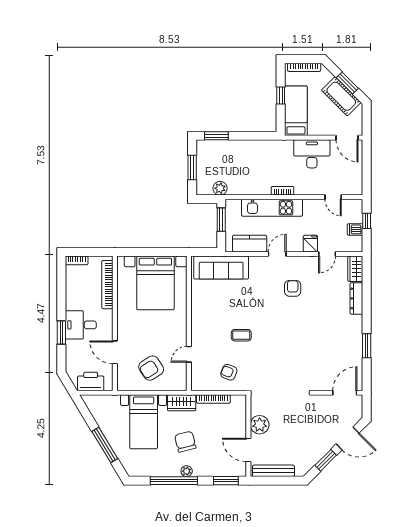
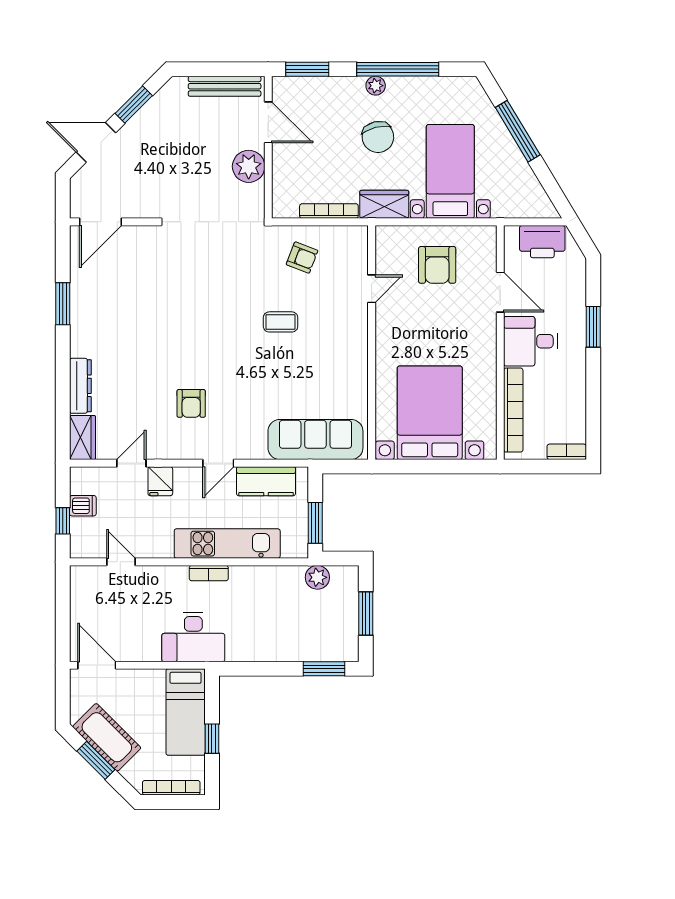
desk: (312, 154) -> (193, 637), moved
desk: (81, 325) -> (530, 341), moved, turned 180
armchair: (151, 368) -> (437, 265), turned 123

